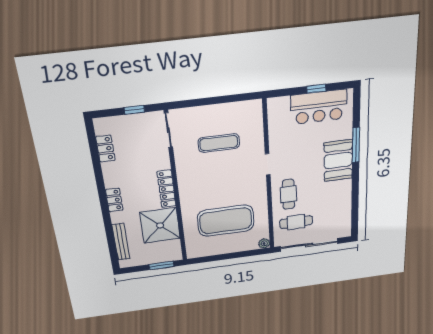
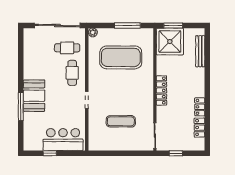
bar counter: (319, 107) -> (63, 140), moved
locker: (114, 200) -> (200, 107), moved
shower: (160, 225) -> (170, 42), moved
window: (221, 257) -> (127, 25), added

